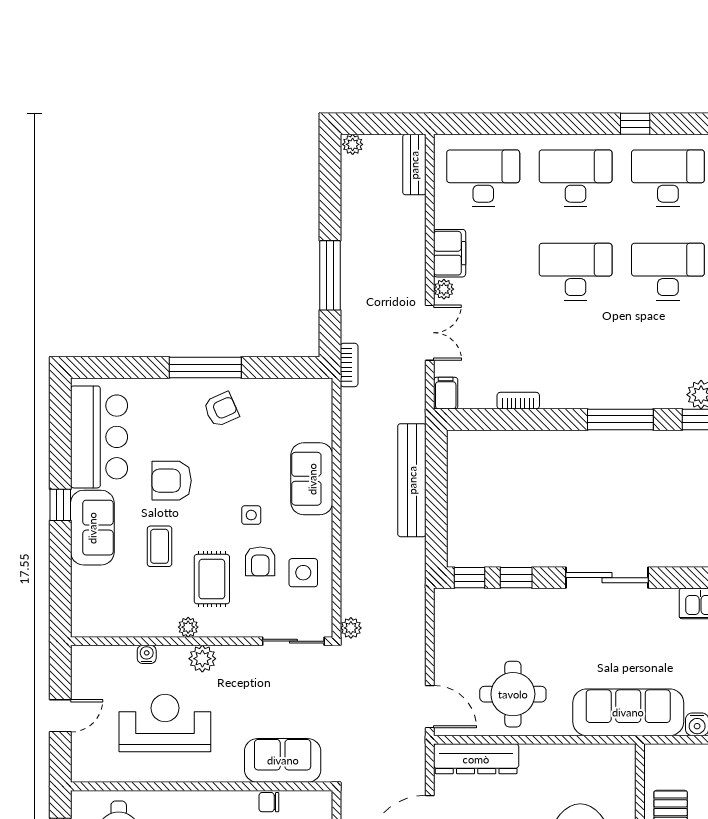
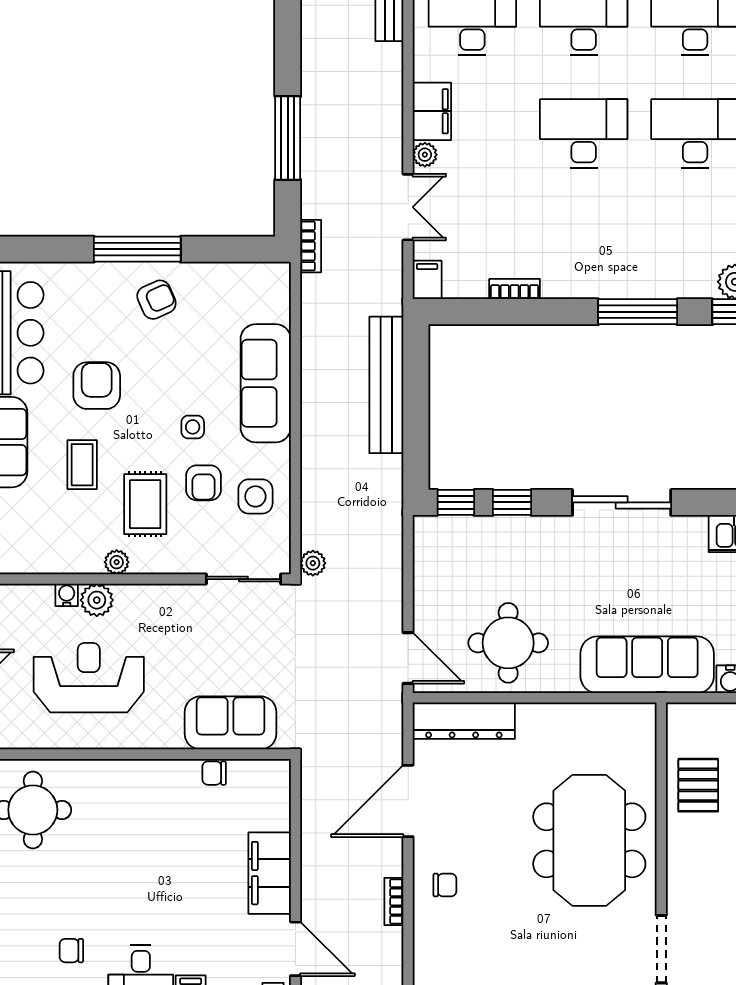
sofa: (312, 479) -> (266, 383), width x1.36
armchair: (172, 481) -> (97, 386), turned 90
plant: (202, 659) -> (97, 600), moved

